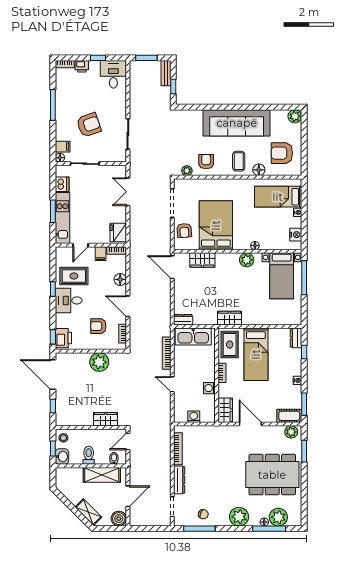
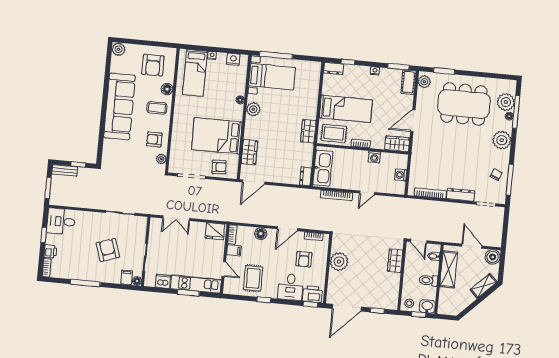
desk: (69, 300) -> (290, 287), moved
dining table: (272, 475) -> (464, 104), turned 90

